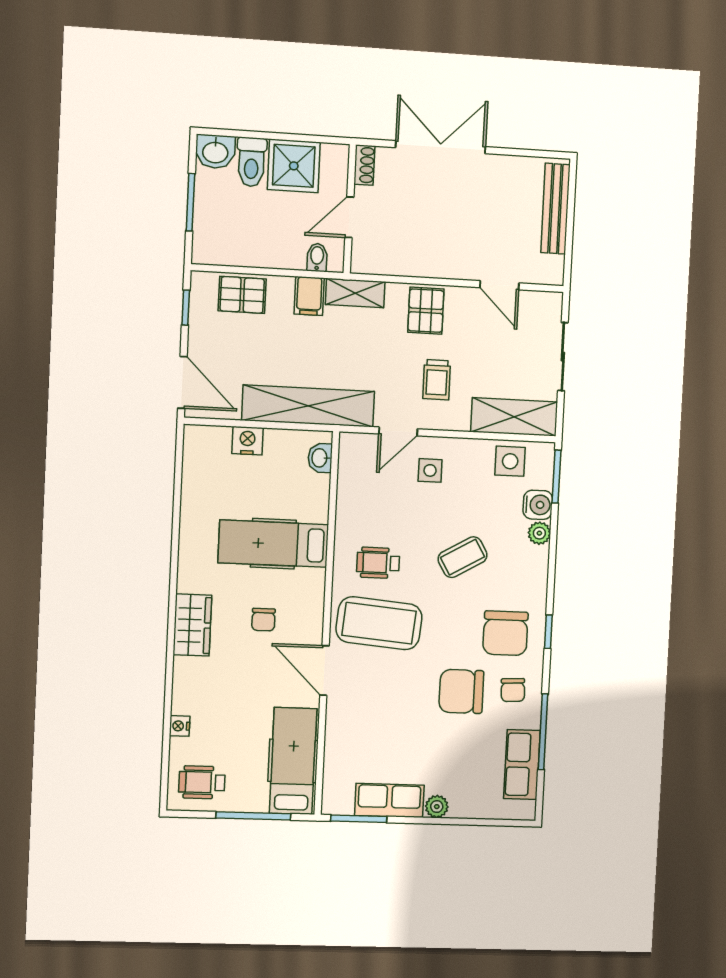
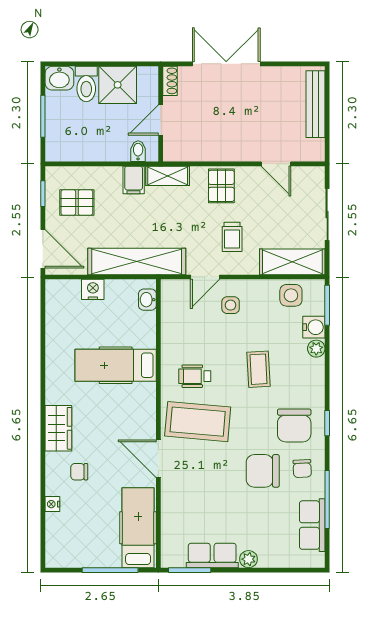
pallet: (242, 295) -> (77, 202), moved
coffee table: (463, 557) -> (258, 369), turned -63
chair: (263, 620) -> (79, 472), moved, turned 90
wheelchair: (202, 782) -> (71, 546), removed

